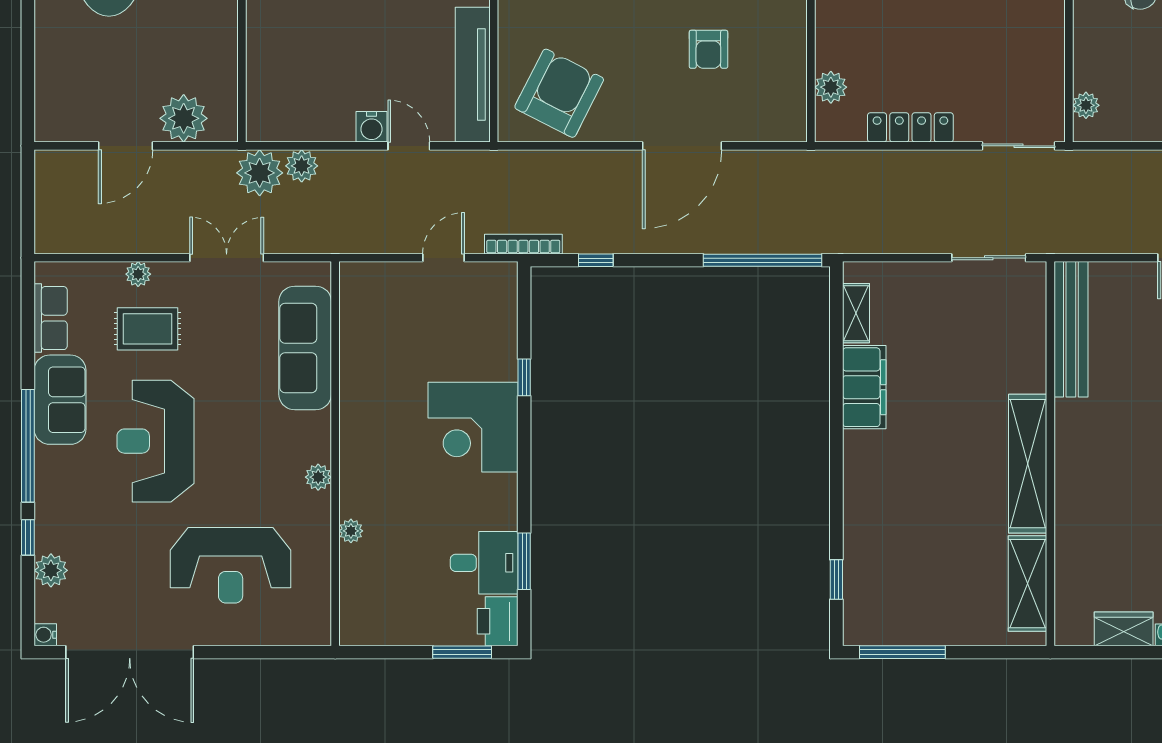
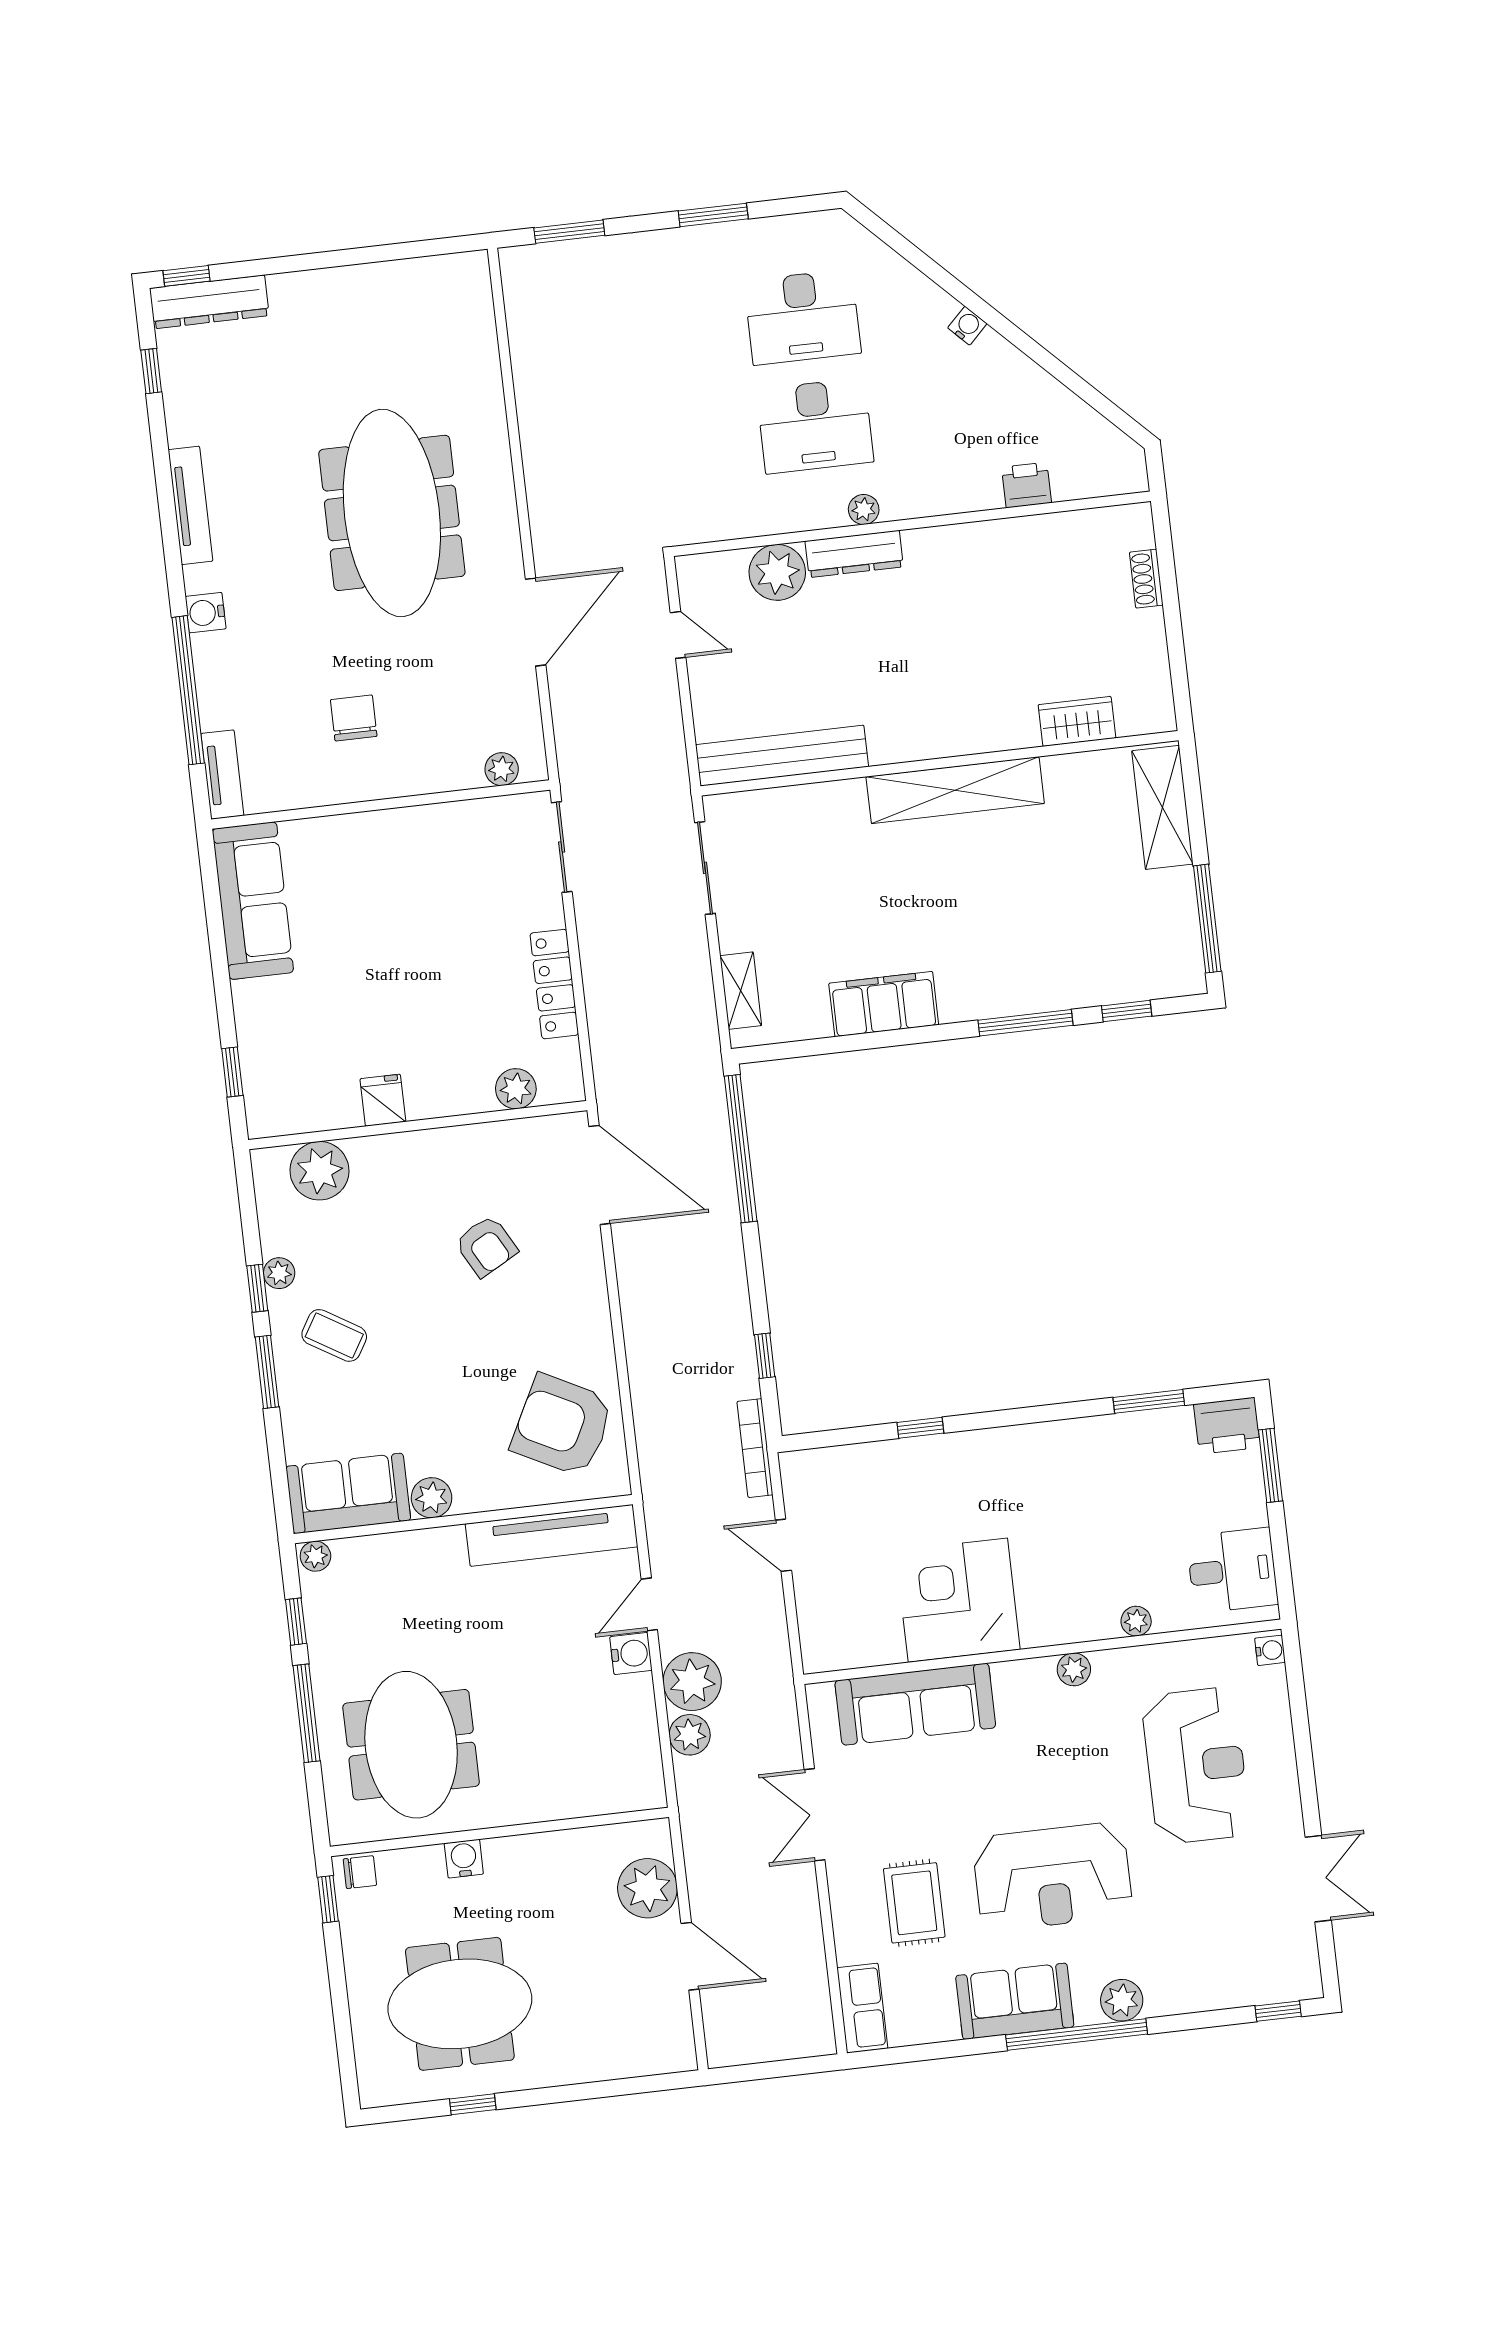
armchair: (708, 49) -> (486, 1246), turned 61
door: (682, 146) -> (600, 1175), moved
plant: (260, 173) -> (692, 1682), moved
plant: (138, 274) -> (848, 1922), removed
shelving: (856, 313) -> (741, 991), moved, turned 90
row of seats: (51, 318) -> (862, 2008), moved, turned 90
corner desk: (473, 427) -> (958, 1600), moved, turned 180
window: (836, 498) -> (1025, 1023), added
window: (28, 537) -> (1278, 2011), moved
desk: (484, 563) -> (1232, 1570), moved, turned 90
plant: (51, 570) -> (1122, 2000), moved
shelving: (1027, 584) -> (1162, 807), moved, turned 90
wardrobe: (1124, 629) -> (1077, 721), moved, turned 90
water cooler: (45, 635) -> (1270, 1650), moved, turned -90
double door: (130, 652) -> (1318, 1879), width x0.54

